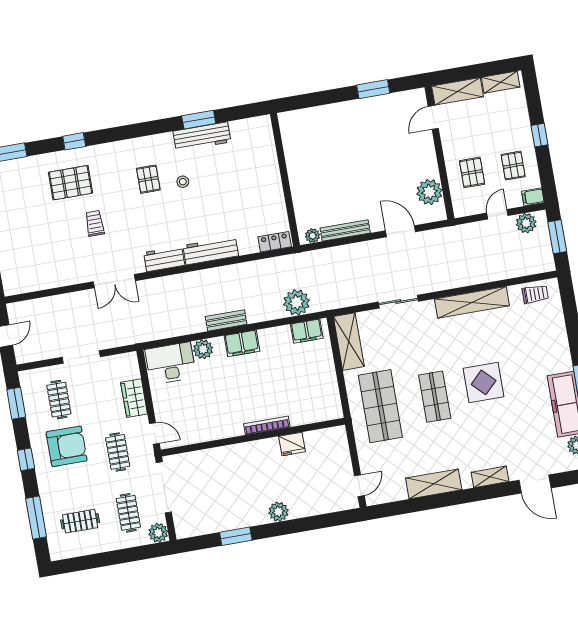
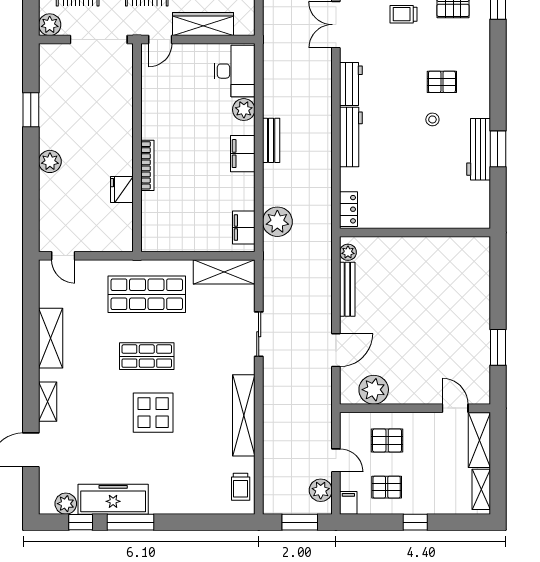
trolley: (95, 223) -> (403, 14), turned 180
wardrobe: (134, 398) -> (203, 24), width x1.50

